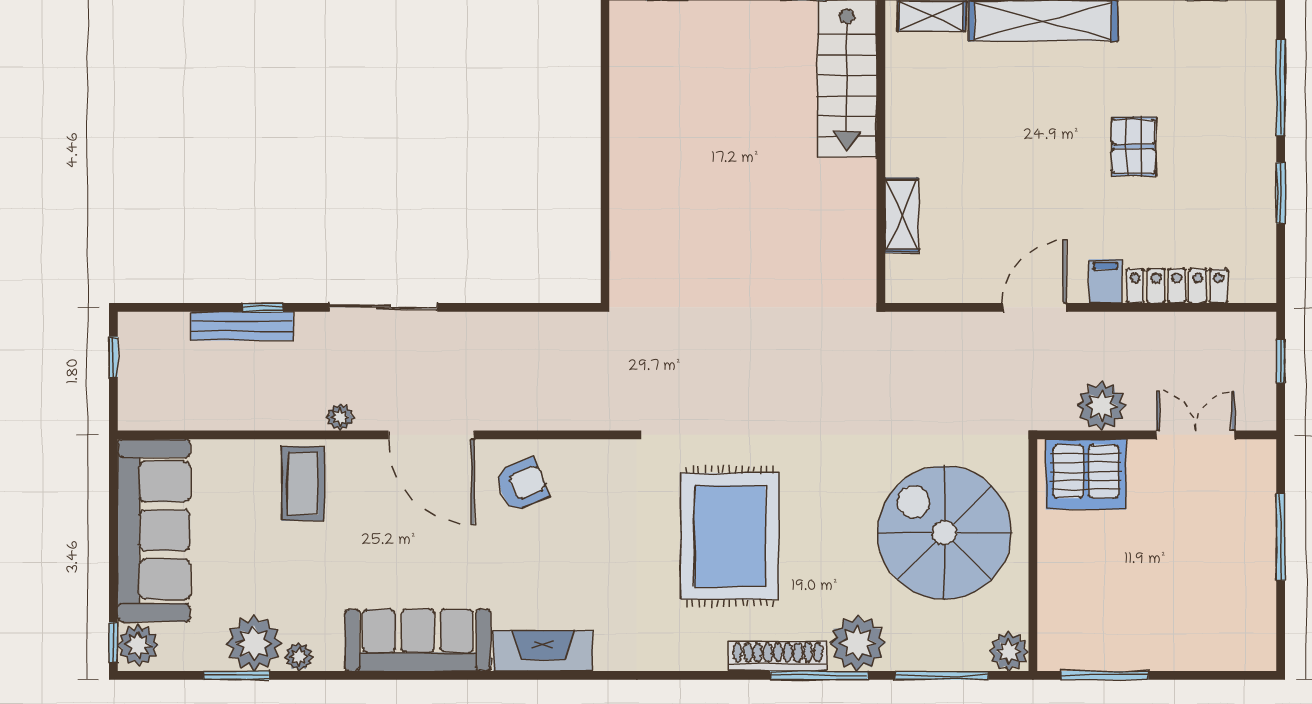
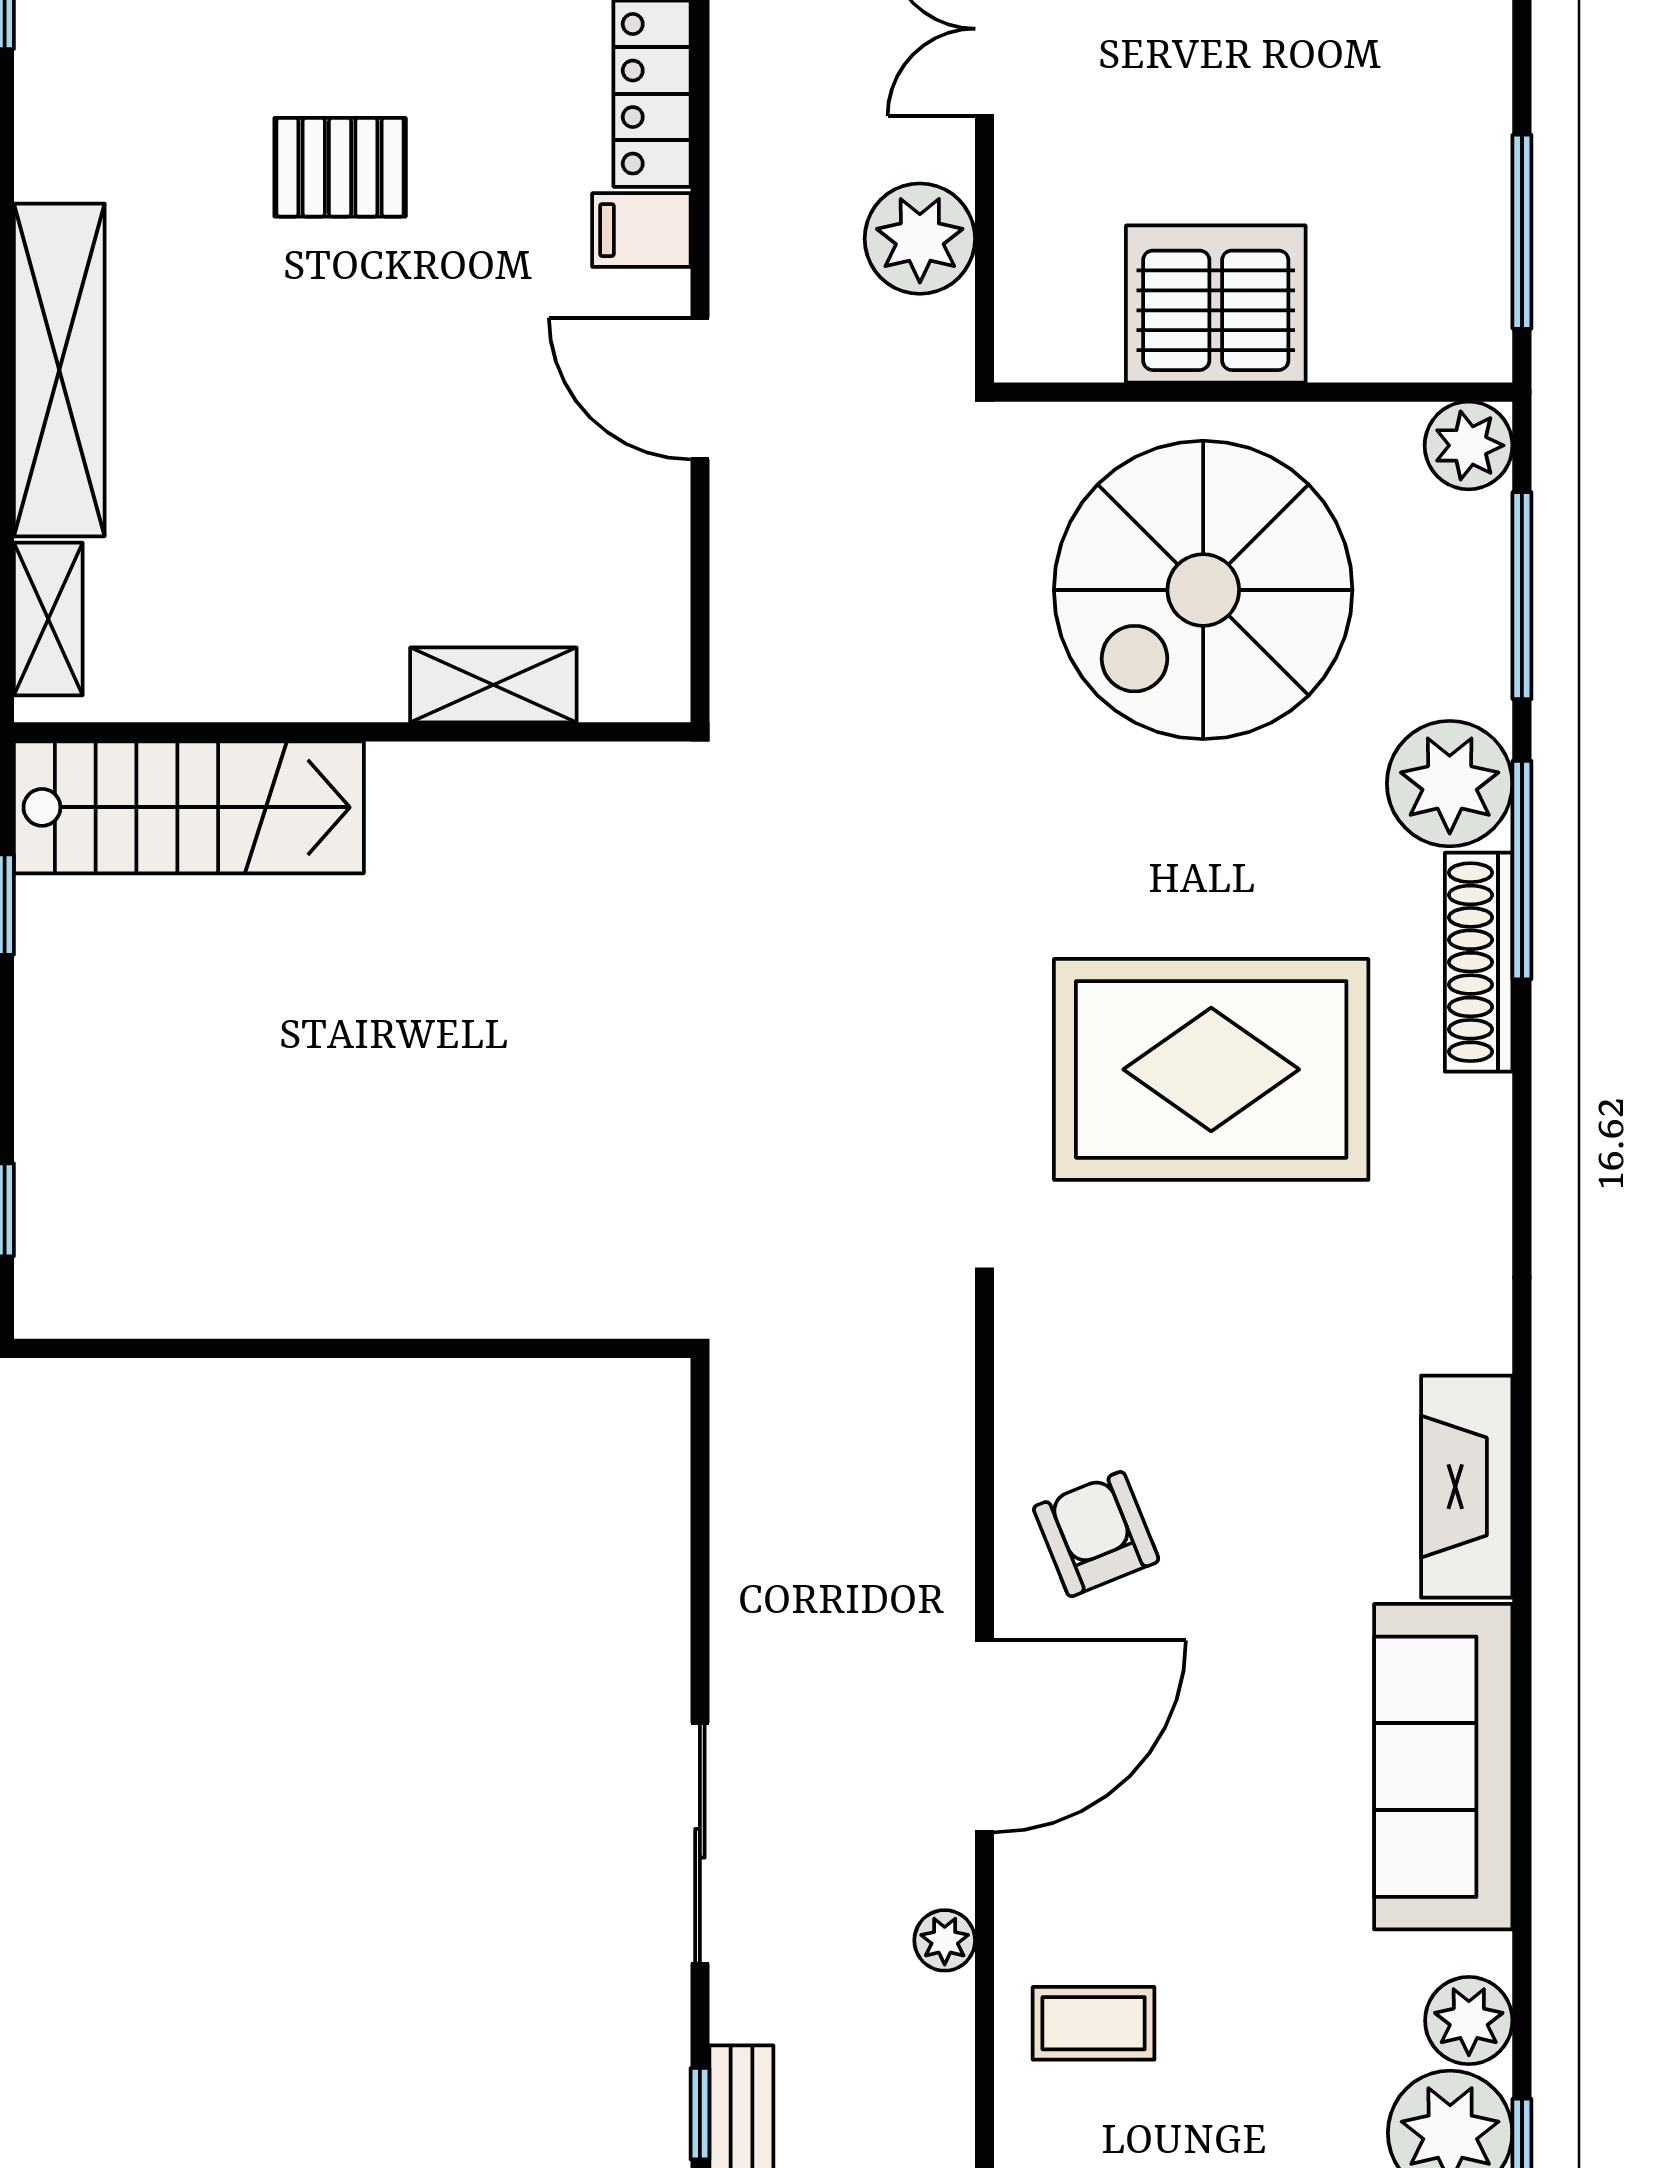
server rack: (1086, 474) -> (1216, 304), moved, turned -90
coffee table: (303, 484) -> (1094, 2023), width x0.73, depth x0.77
plant: (299, 657) -> (1469, 2021), width x1.38, depth x1.38

